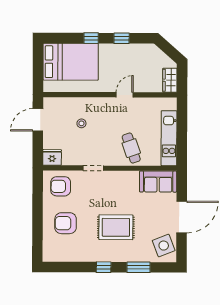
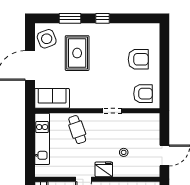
fridge: (52, 157) -> (104, 169), moved, turned 180
rug: (116, 227) -> (77, 53), moved, turned 90

